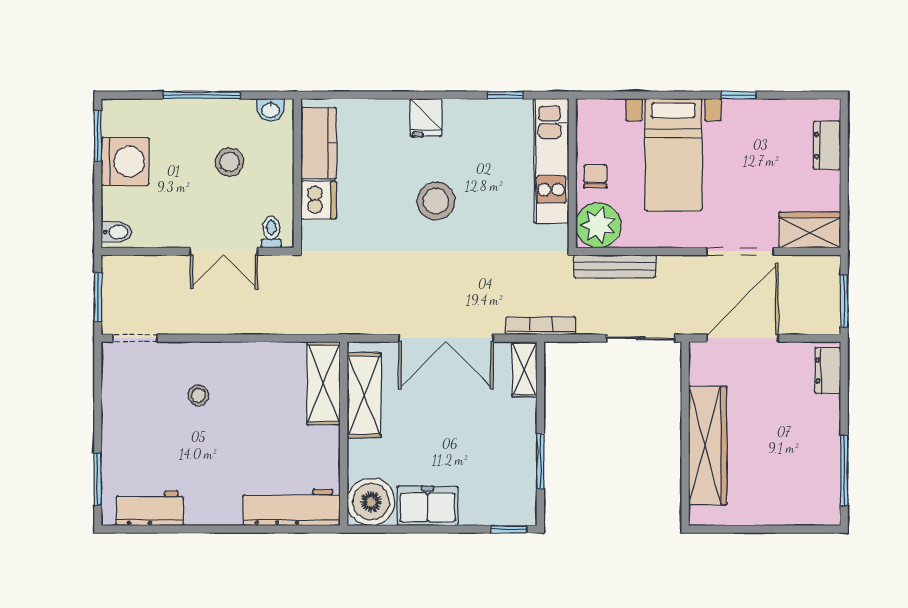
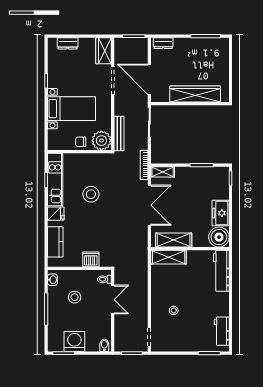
kitchen counter: (319, 143) -> (55, 242), moved, turned 90
kitchen unit: (551, 161) -> (55, 180), moved, turned -90
stool: (436, 201) -> (91, 194), moved

